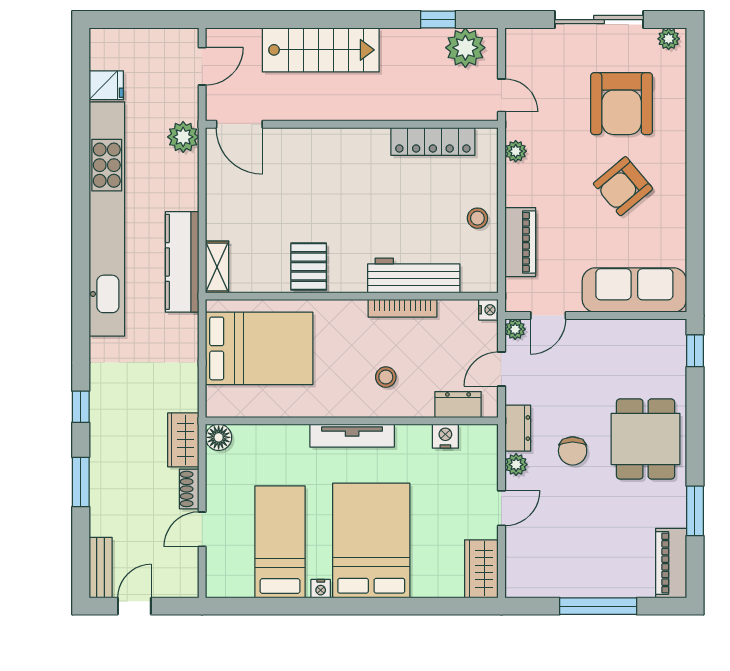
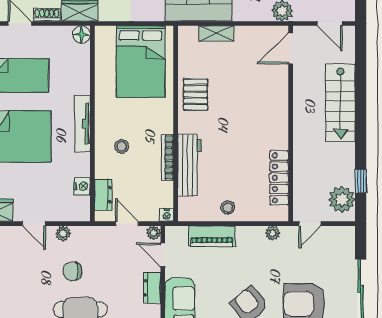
shelving: (217, 267) -> (216, 34), moved
pallet: (309, 267) -> (196, 95), turned 90
dresser: (518, 428) -> (152, 288), moved, turned 90

